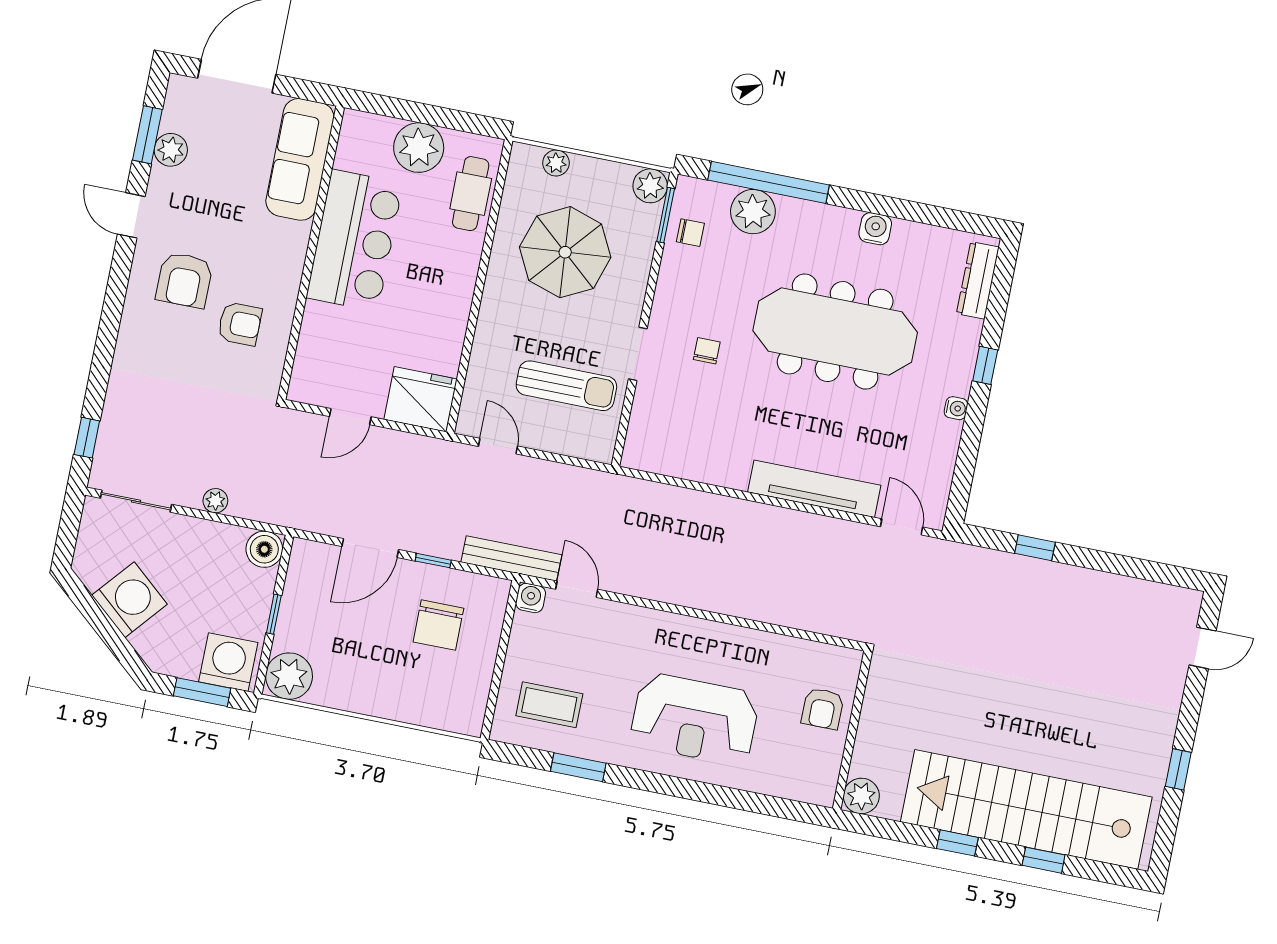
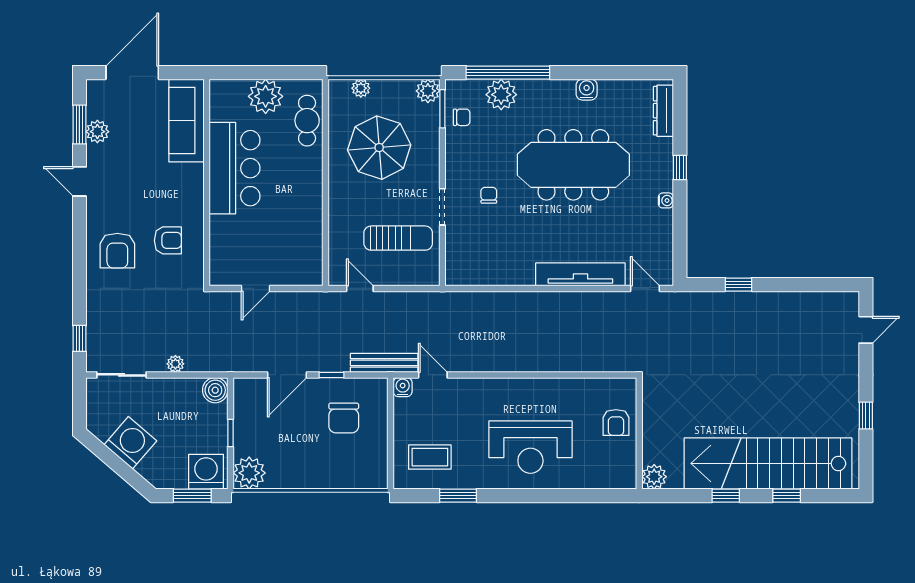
armchair: (184, 280) -> (117, 251), moved
fridge: (420, 399) -> (301, 267), removed

